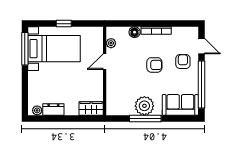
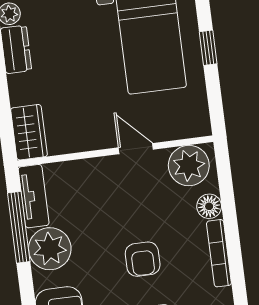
plant: (111, 43) -> (189, 166), width x1.87, depth x1.87
tv unit: (120, 110) -> (34, 196), added
window: (145, 118) -> (19, 227), moved

